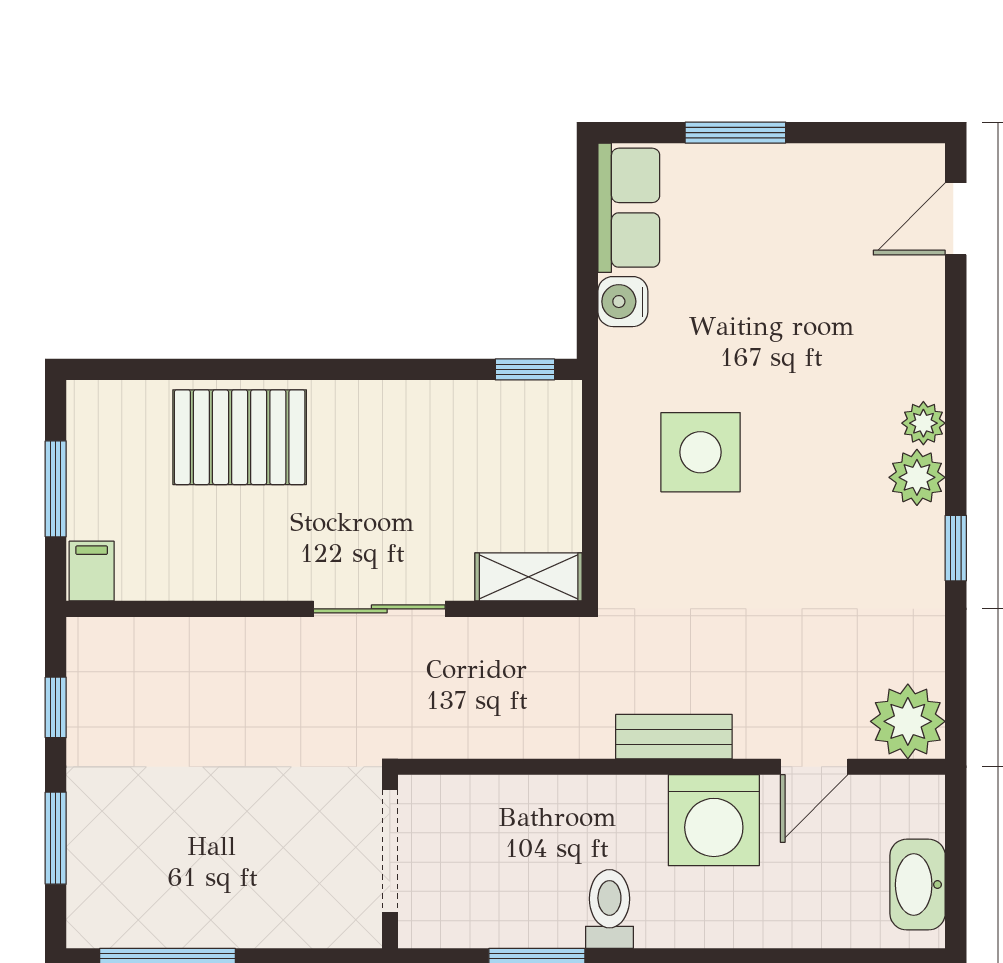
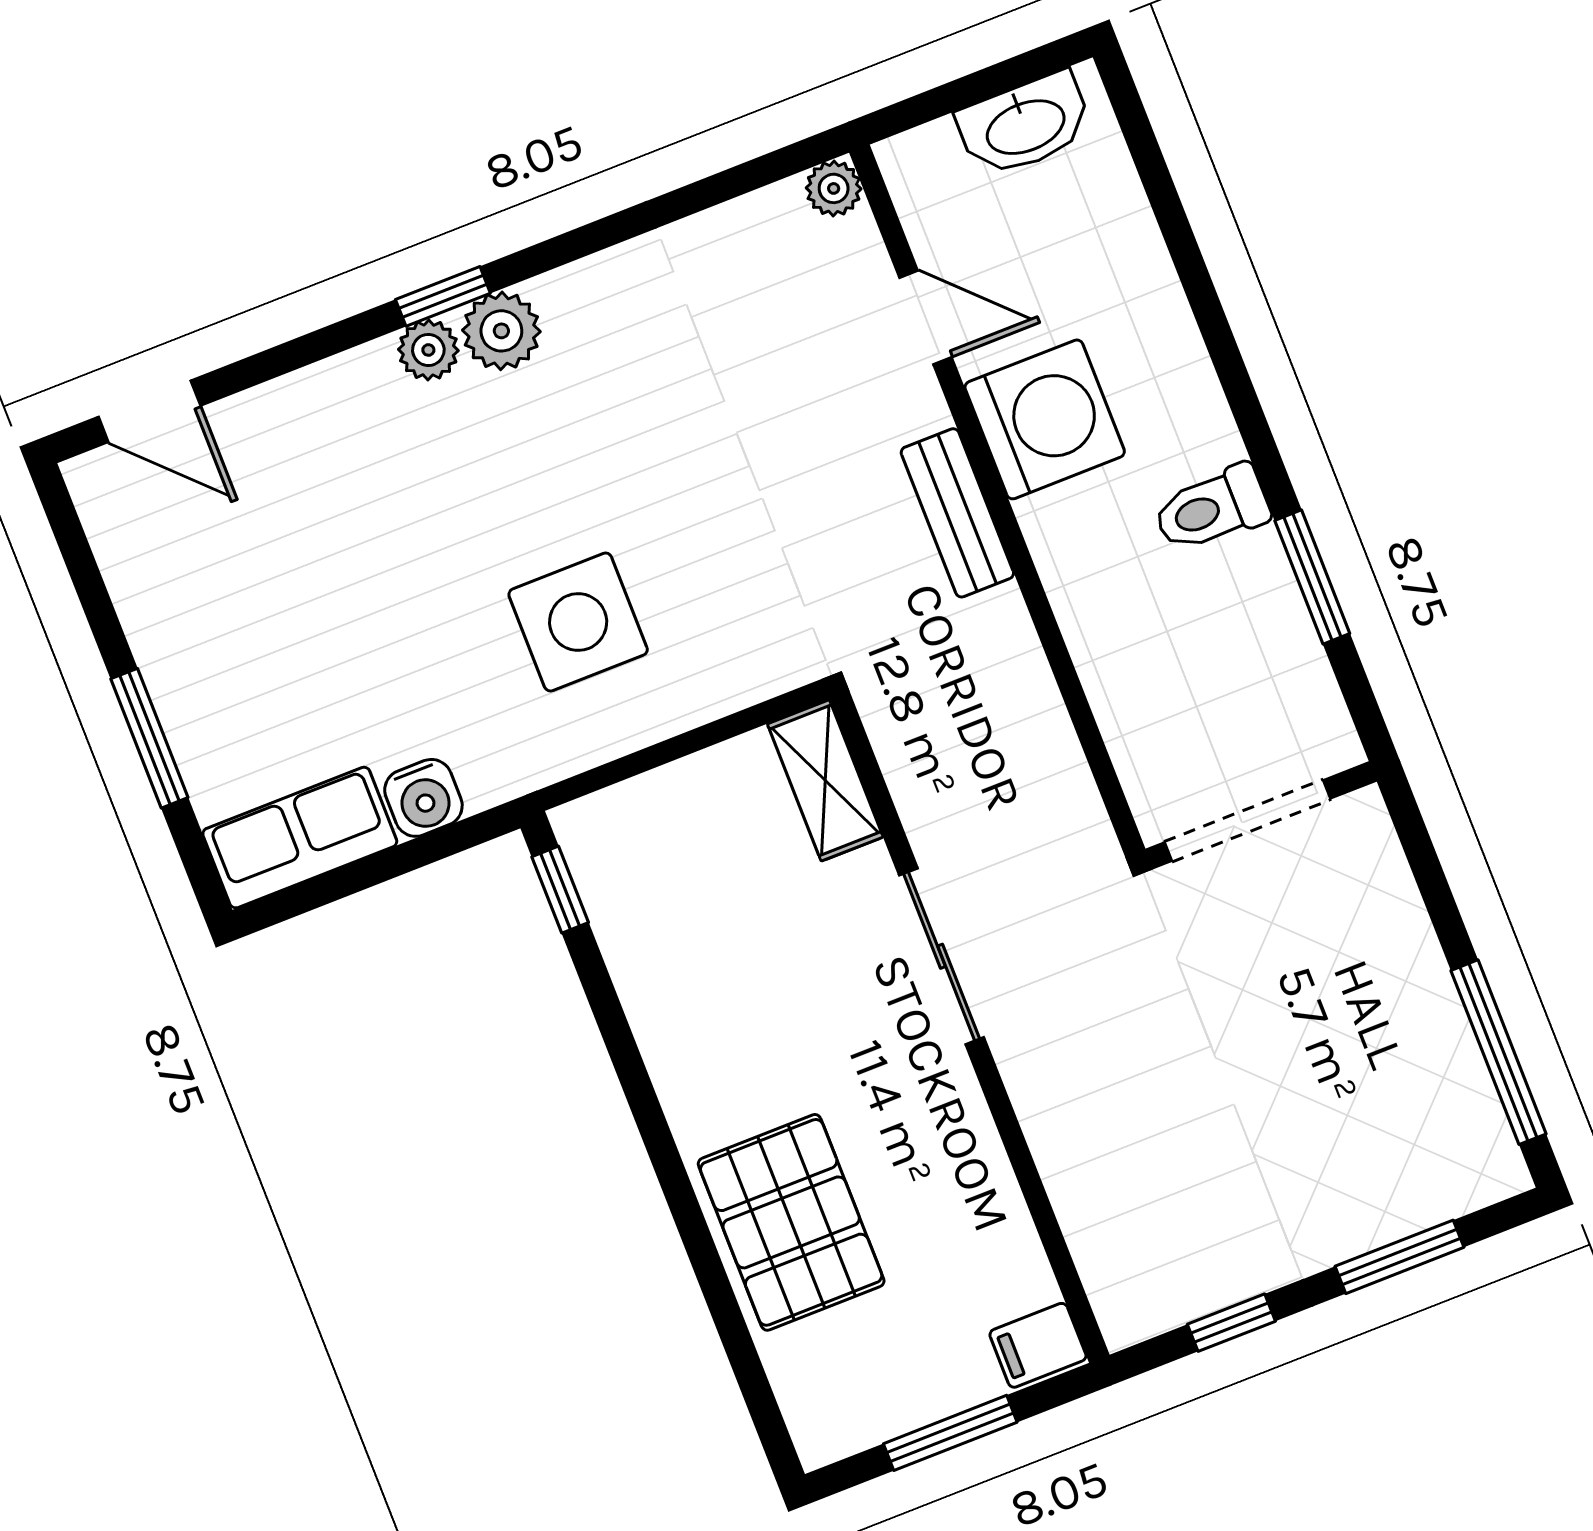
window: (956, 548) -> (443, 296), moved
plant: (908, 721) -> (834, 188), width x0.53, depth x0.53

